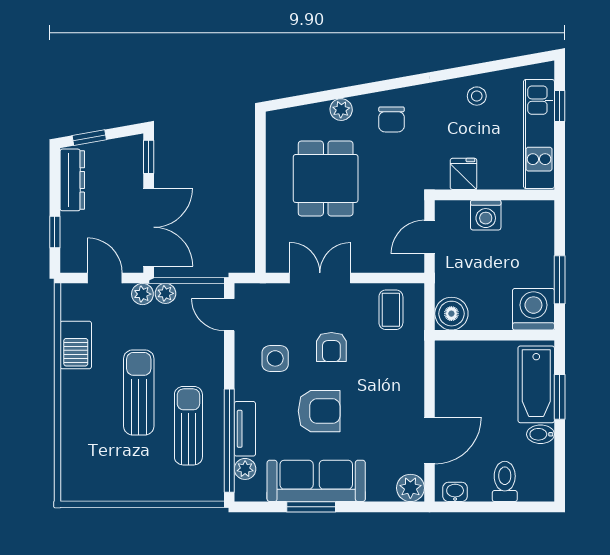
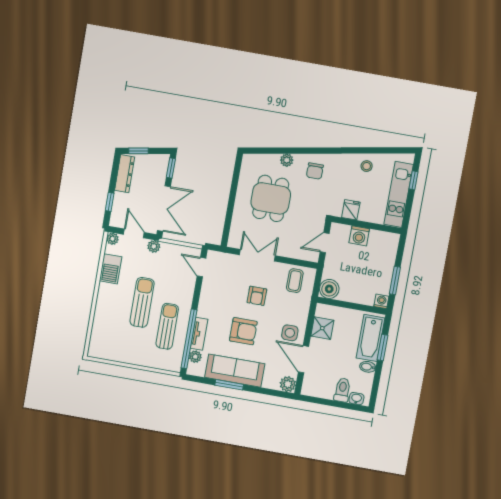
plant: (165, 293) -> (112, 239), moved
washing machine: (533, 309) -> (381, 301), width x0.53, depth x0.53
side table: (275, 358) -> (290, 333), moved
shower: (452, 382) -> (322, 328), added
door: (430, 441) -> (304, 359), swing flipped
washbasin: (455, 492) -> (356, 399), moved

